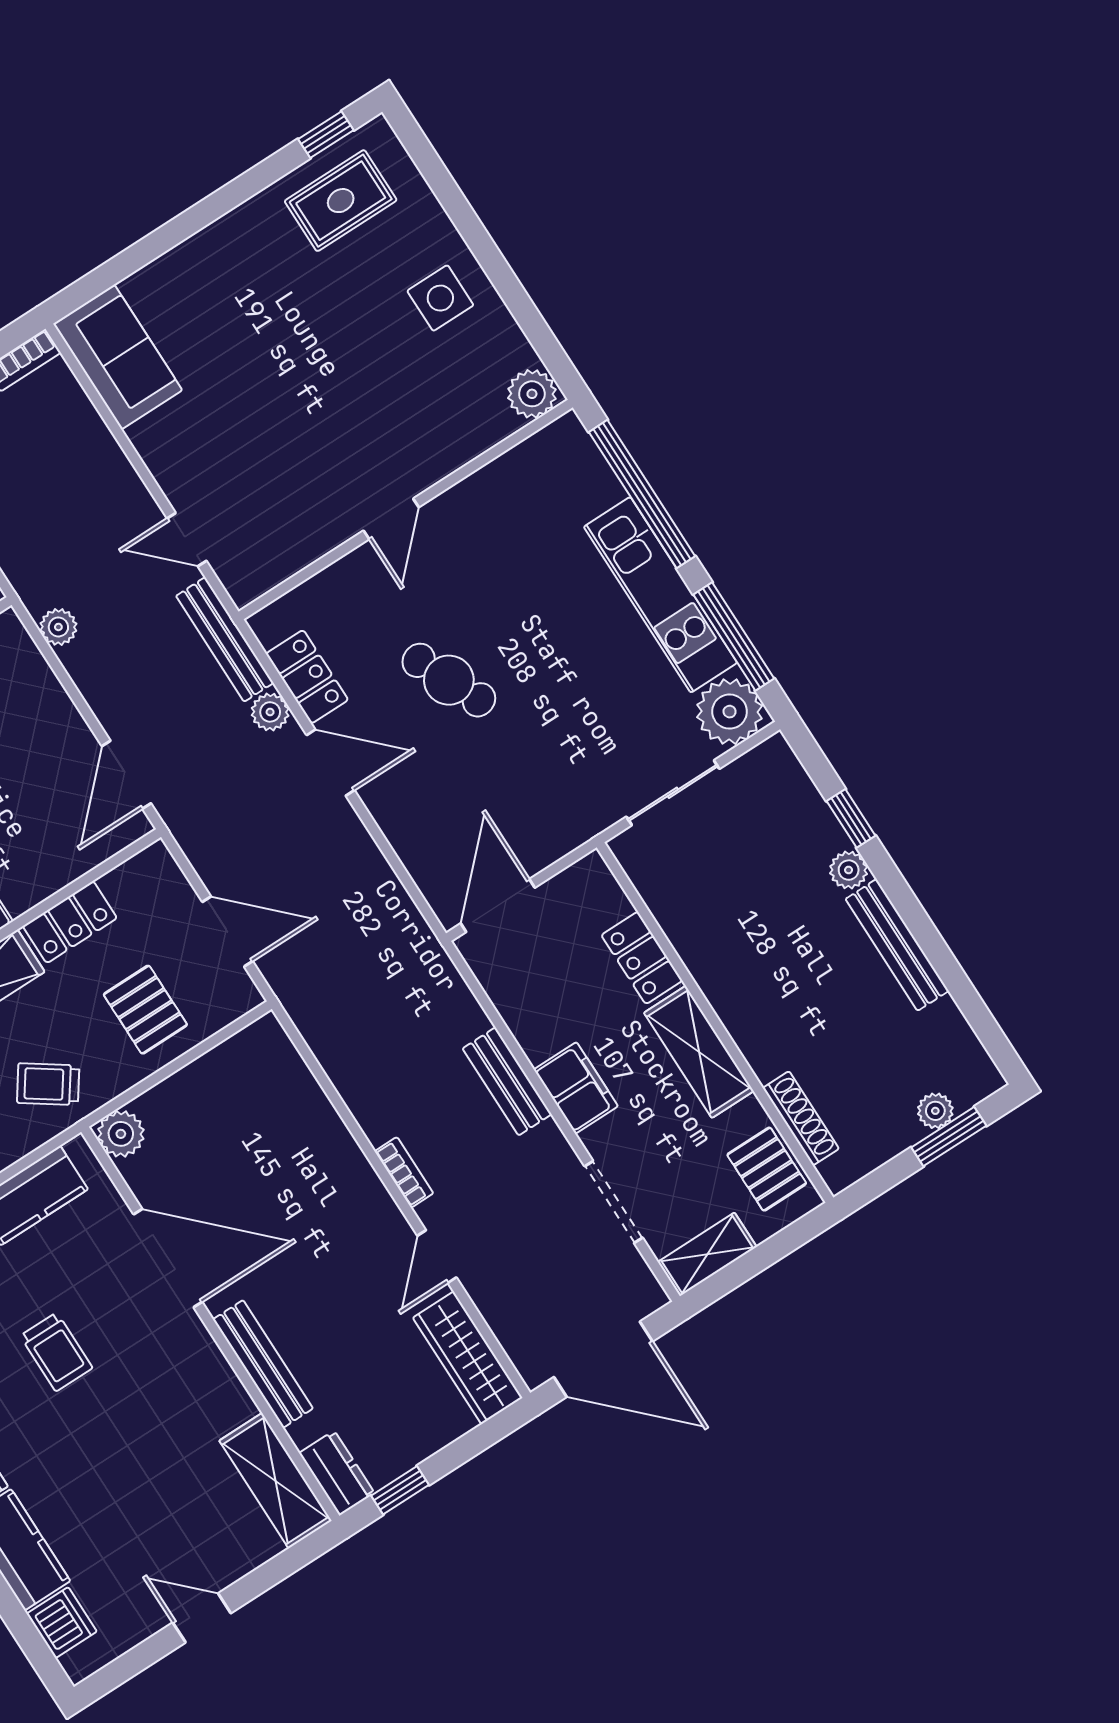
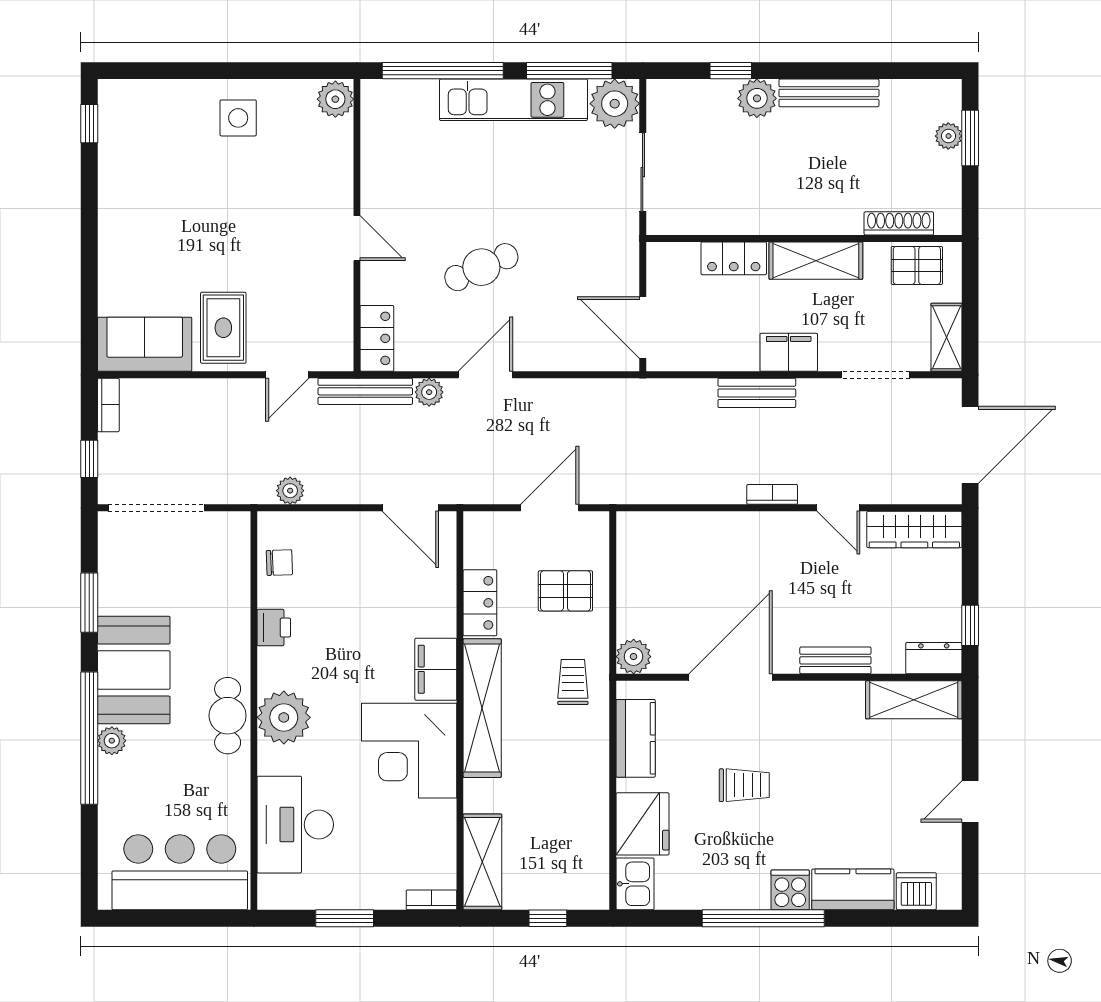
rug: (341, 201) -> (223, 328), moved
locker: (307, 677) -> (377, 338), moved, turned 90
plant: (849, 870) -> (757, 98), width x1.38, depth x1.38
trolley: (48, 1084) -> (573, 682), turned 145
bench: (263, 1364) -> (835, 660), width x0.73

